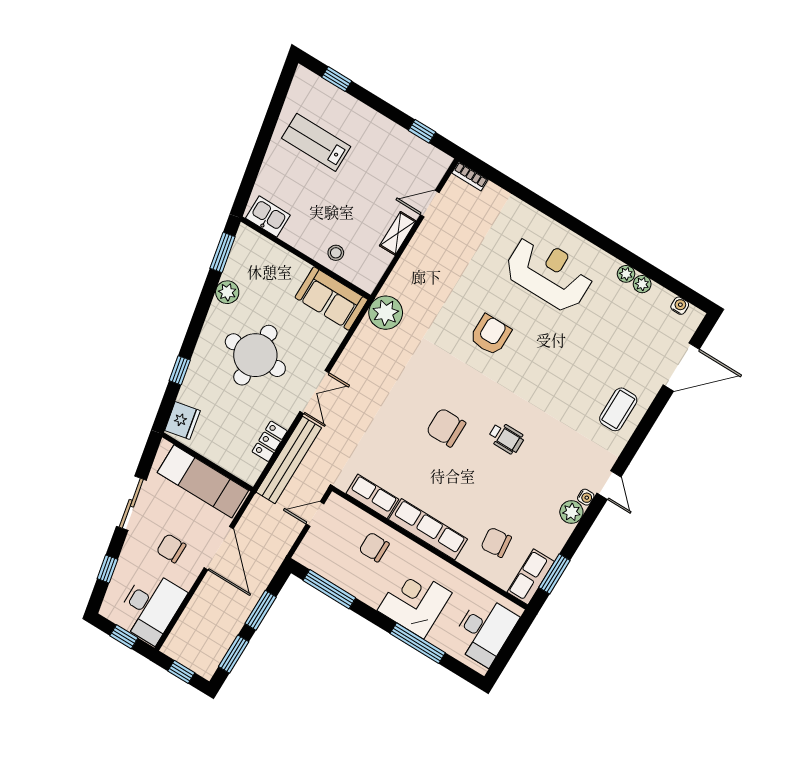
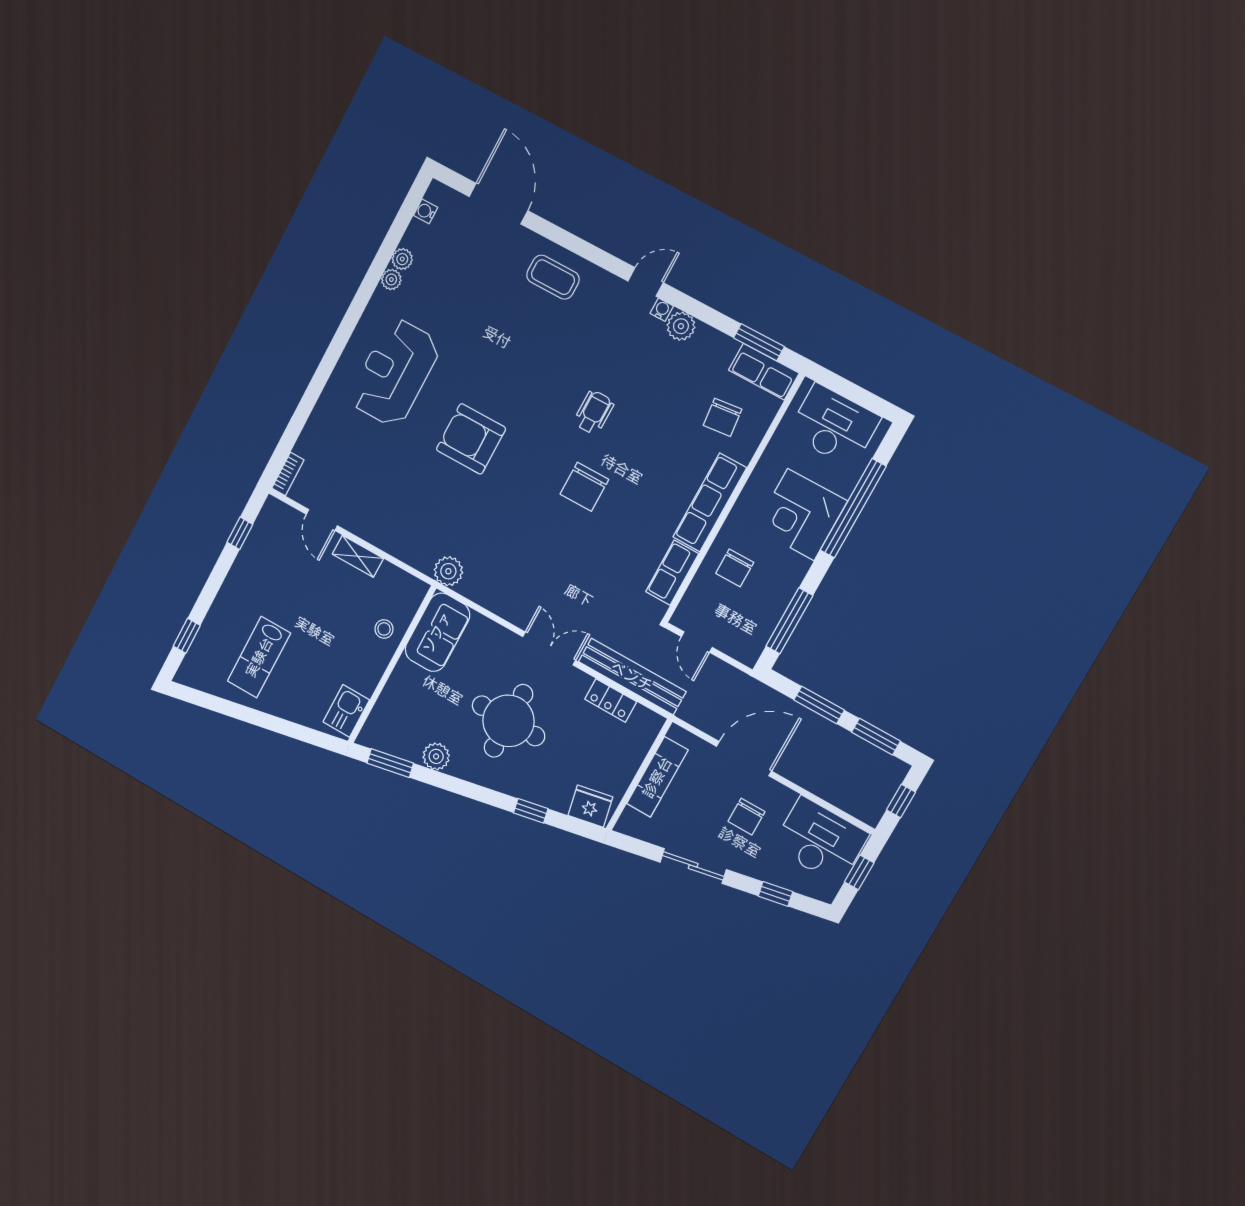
plant: (386, 313) -> (448, 571), width x0.73, depth x0.73
armchair: (490, 335) -> (471, 439), width x1.36, depth x1.36
exam couch: (203, 481) -> (657, 777), width x0.73, depth x0.69
window: (418, 643) -> (853, 508), width x1.46

